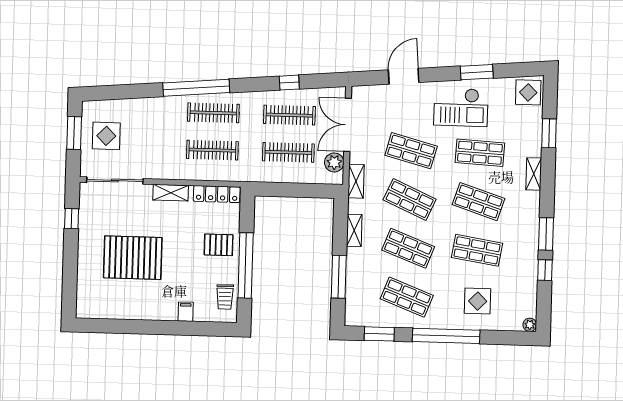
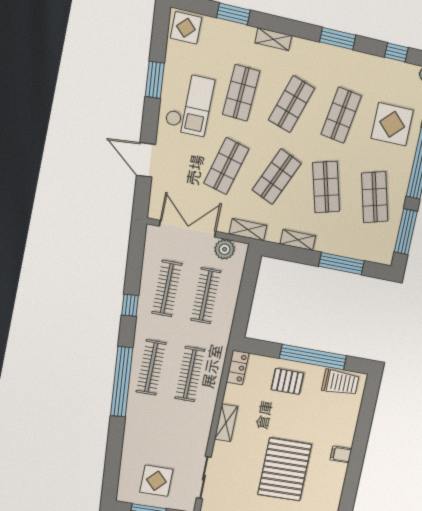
window: (289, 83) -> (130, 305), moved
double door: (348, 125) -> (188, 229), swing flipped
sliding door: (115, 181) -> (204, 478), width x0.73
locker: (217, 194) -> (238, 367), width x0.66
pallet: (219, 245) -> (287, 381), turned 90
shop shelf: (408, 248) -> (326, 187), turned -36
window: (545, 270) -> (396, 52), moved
trolley: (225, 297) -> (340, 382), width x1.36, depth x1.39
shop shelf: (407, 297) -> (375, 197), turned -36
display table: (478, 301) -> (392, 124), width x1.36, depth x1.36
filing cabinet: (186, 312) -> (341, 454), moved
window: (379, 334) -> (406, 232), width x1.44

